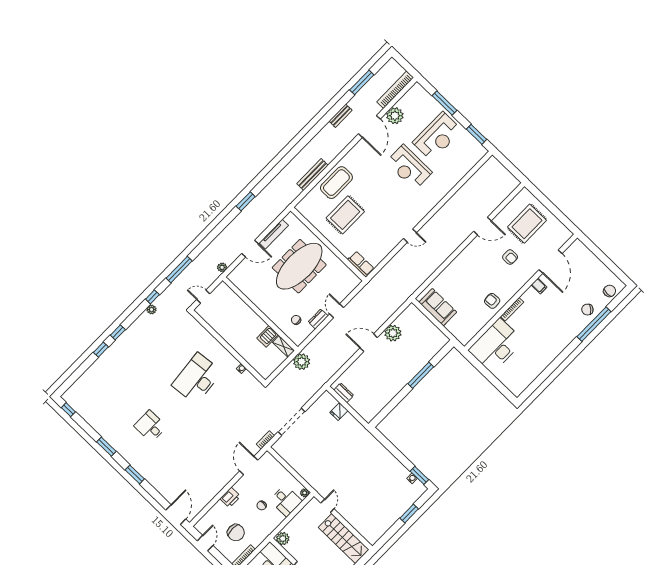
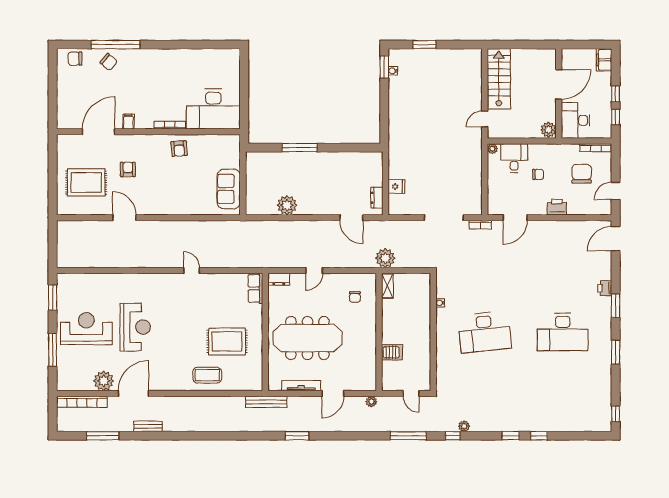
bench: (312, 174) -> (266, 402), moved
coffee table: (336, 183) -> (207, 375), width x0.73, depth x0.76
door: (250, 249) -> (333, 393), swing flipped
dresser: (318, 319) -> (279, 279), moved
server rack: (268, 336) -> (392, 352), moved
door: (369, 343) -> (351, 218), moved
desk: (150, 426) -> (563, 332), width x1.87, depth x1.30
printer: (152, 478) -> (605, 288), added

